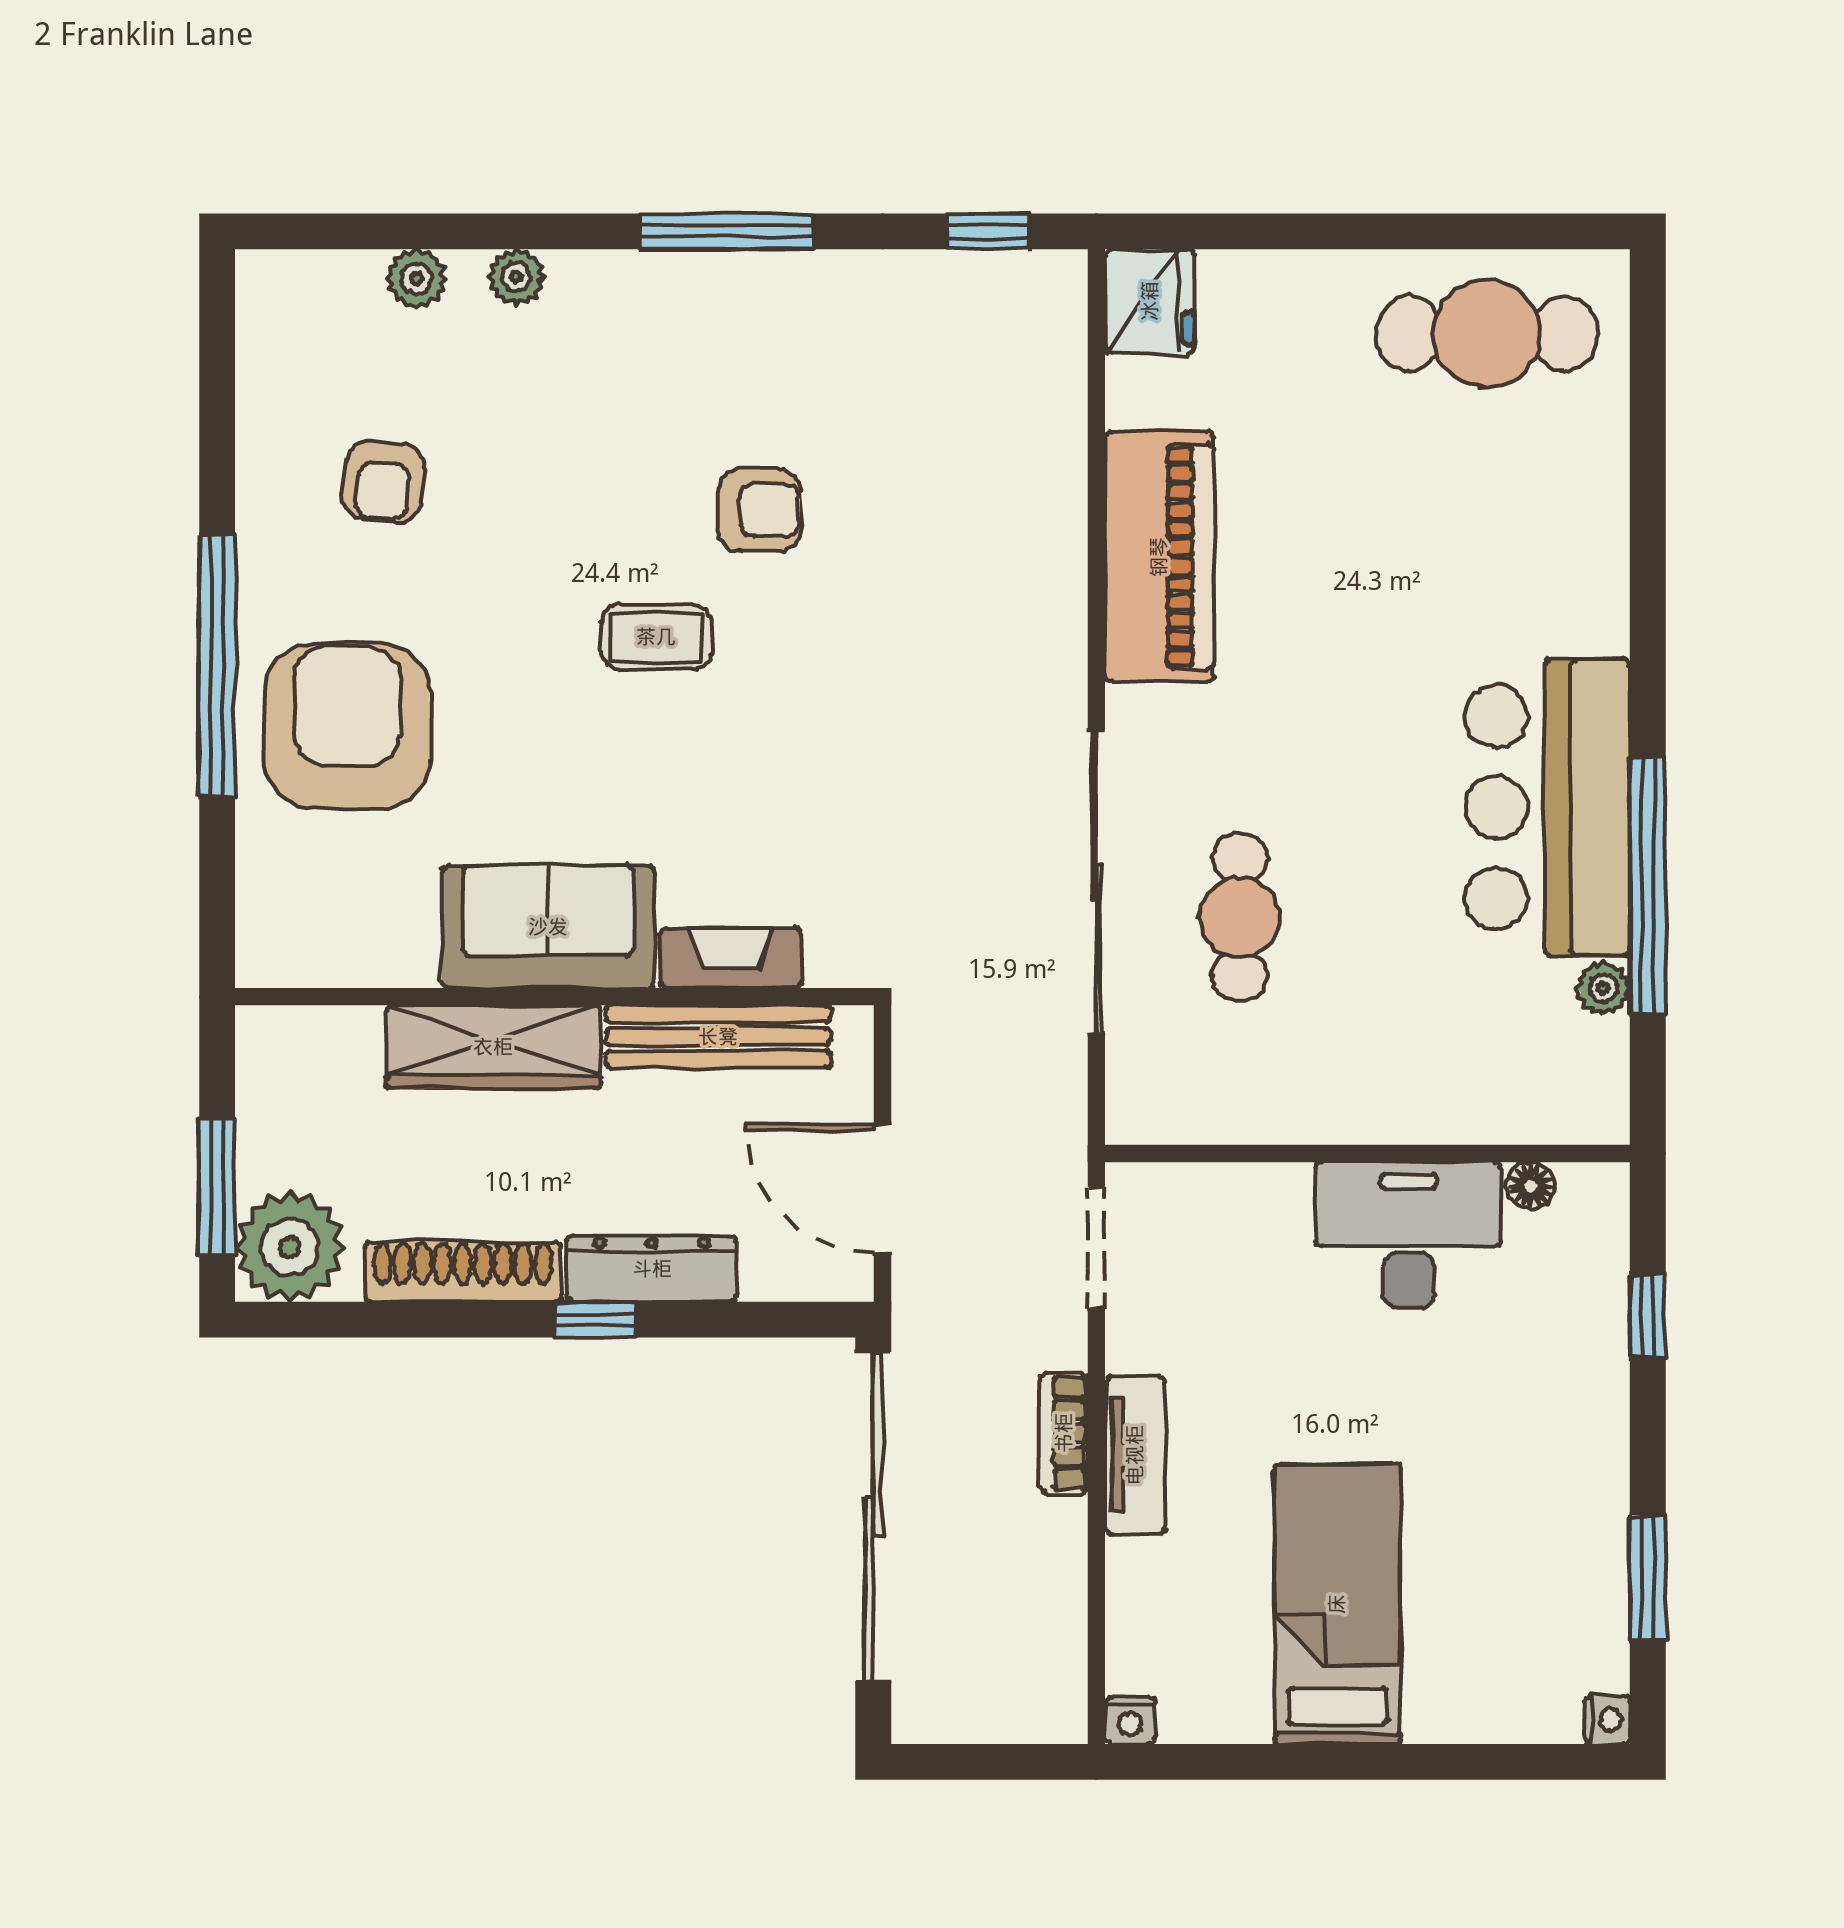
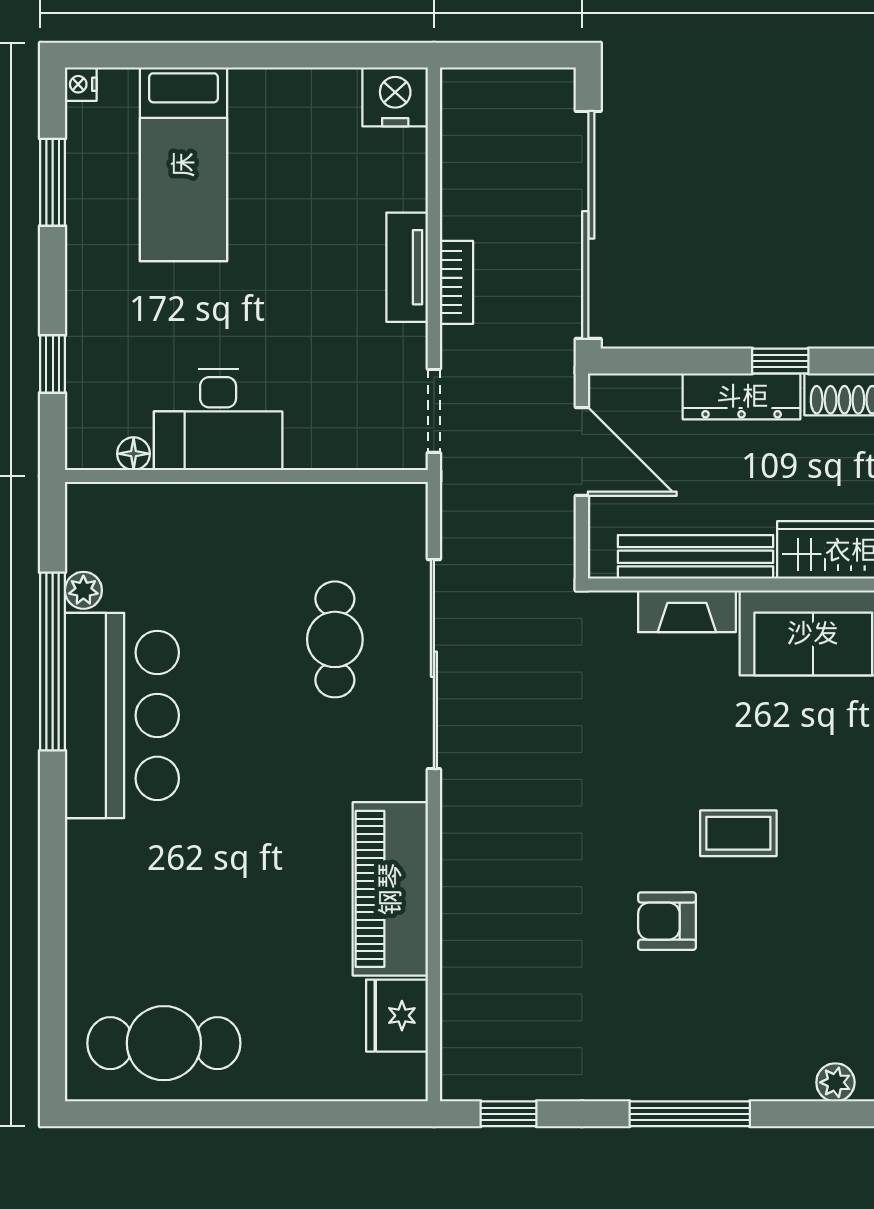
fridge: (1150, 301) -> (397, 1016), moved
bed: (1337, 1604) -> (183, 164), moved
nightstand: (1130, 1720) -> (395, 97), width x1.89, depth x1.79

